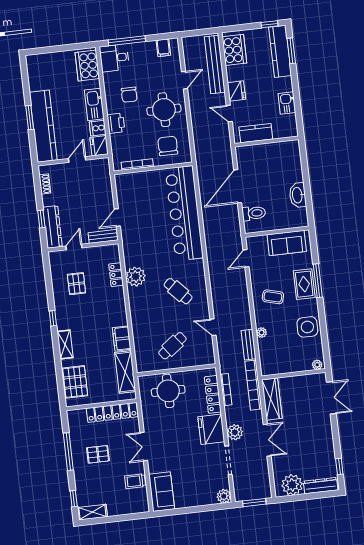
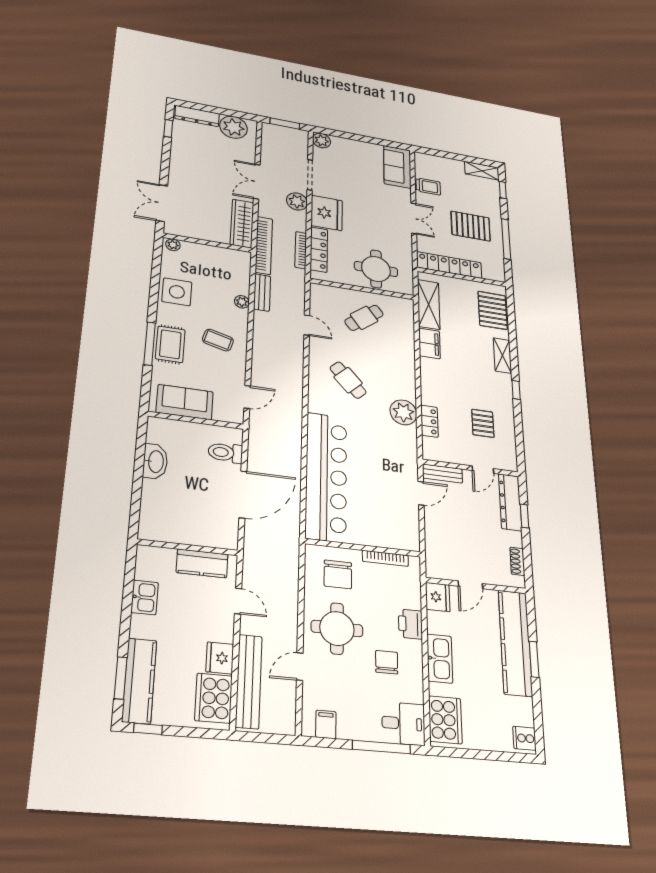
fridge: (236, 91) -> (220, 658), moved
cooker: (98, 128) -> (524, 738), moved, turned 180
pallet: (98, 454) -> (471, 226), width x1.50, depth x1.42

